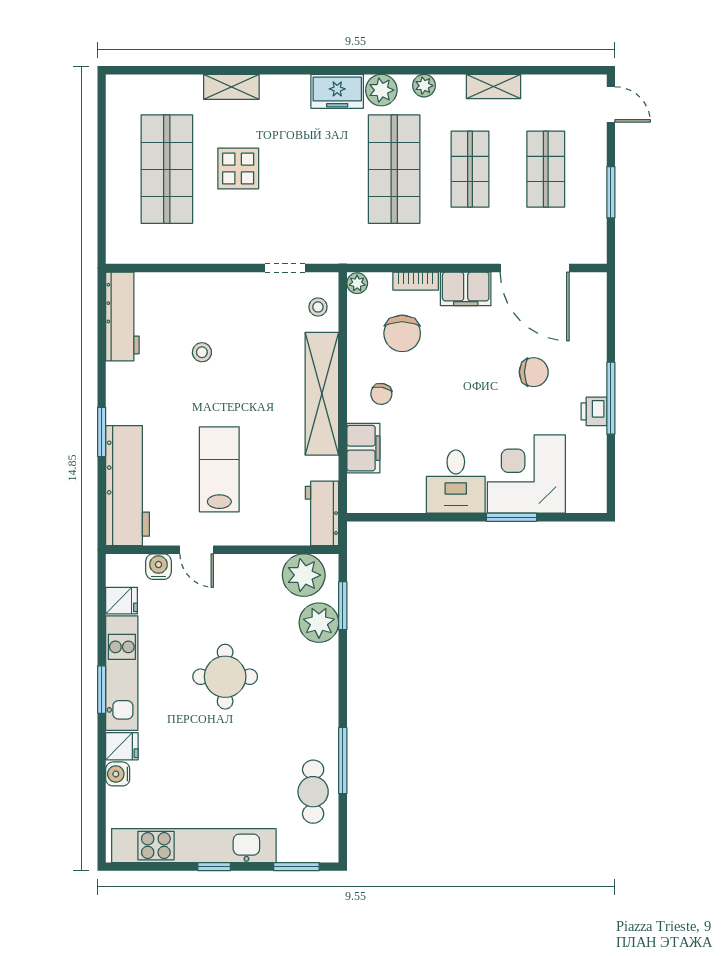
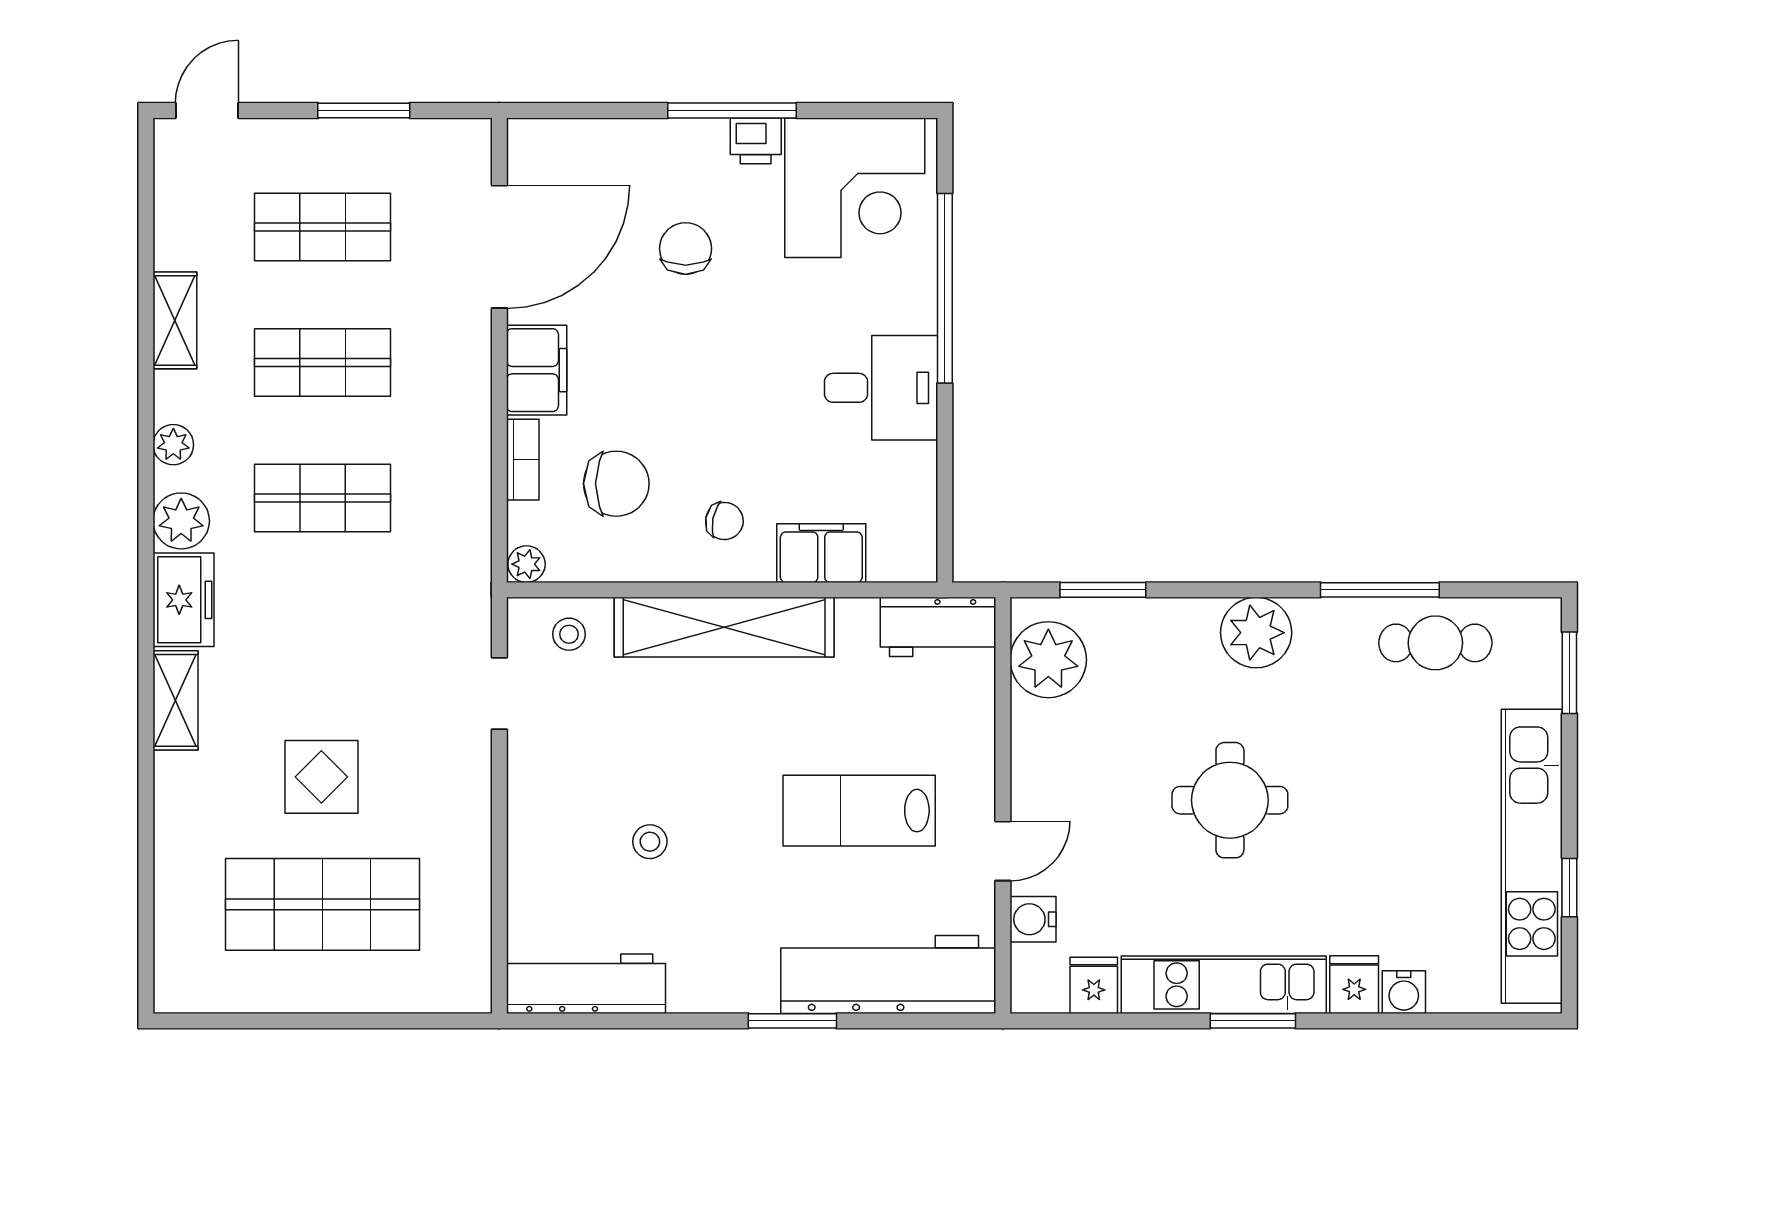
shelving: (231, 87) -> (175, 700), moved
shop shelf: (394, 169) -> (323, 498), width x0.70, depth x0.74
corner desk: (526, 474) -> (855, 188), moved, turned -90
window: (511, 517) -> (945, 288), width x2.11
plant: (319, 623) -> (1256, 633), moved
window: (214, 867) -> (1569, 888), moved

